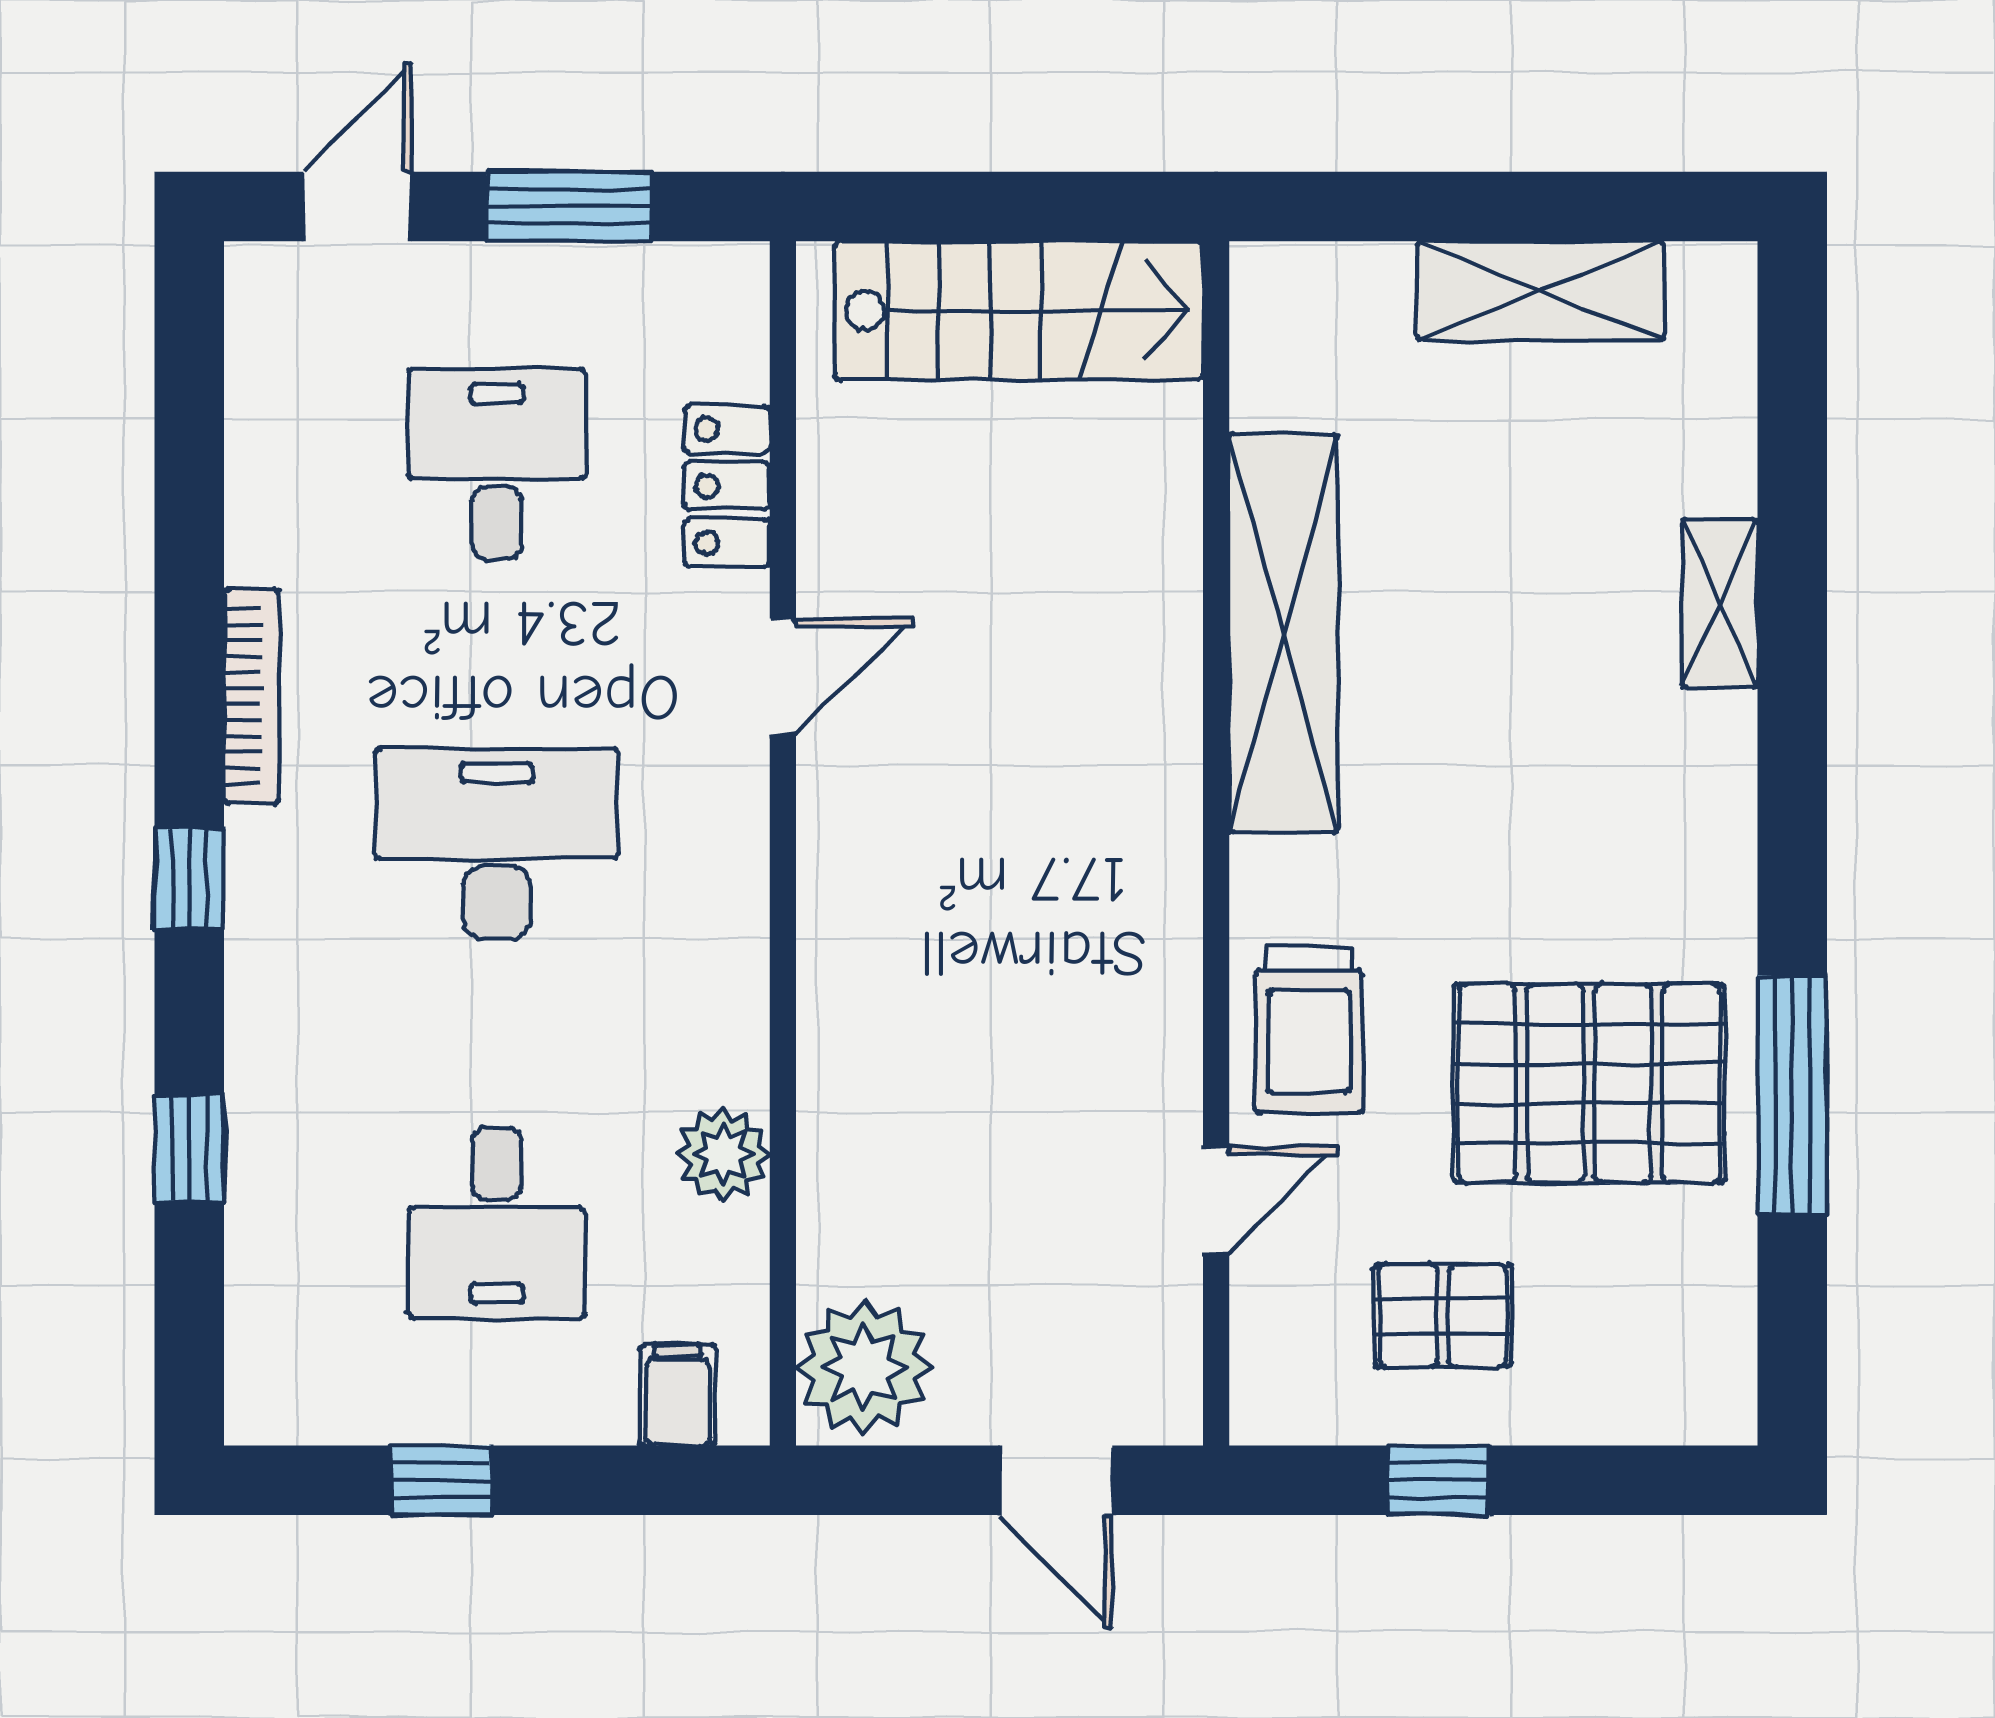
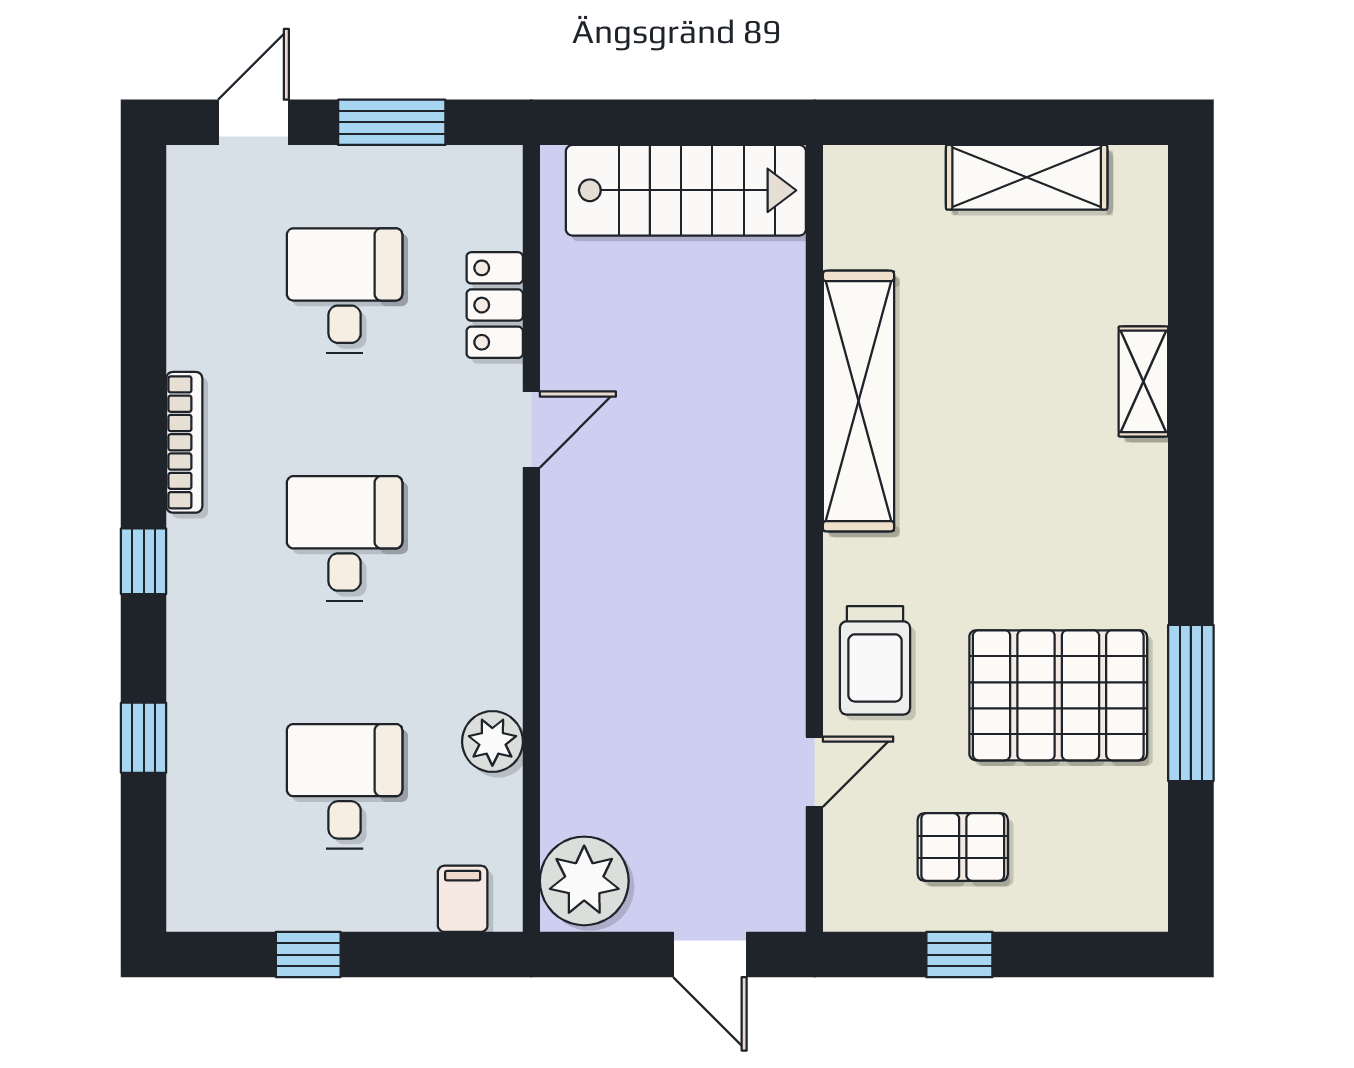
desk: (497, 843) -> (345, 538), width x0.73
desk: (497, 1223) -> (345, 786), turned 180

